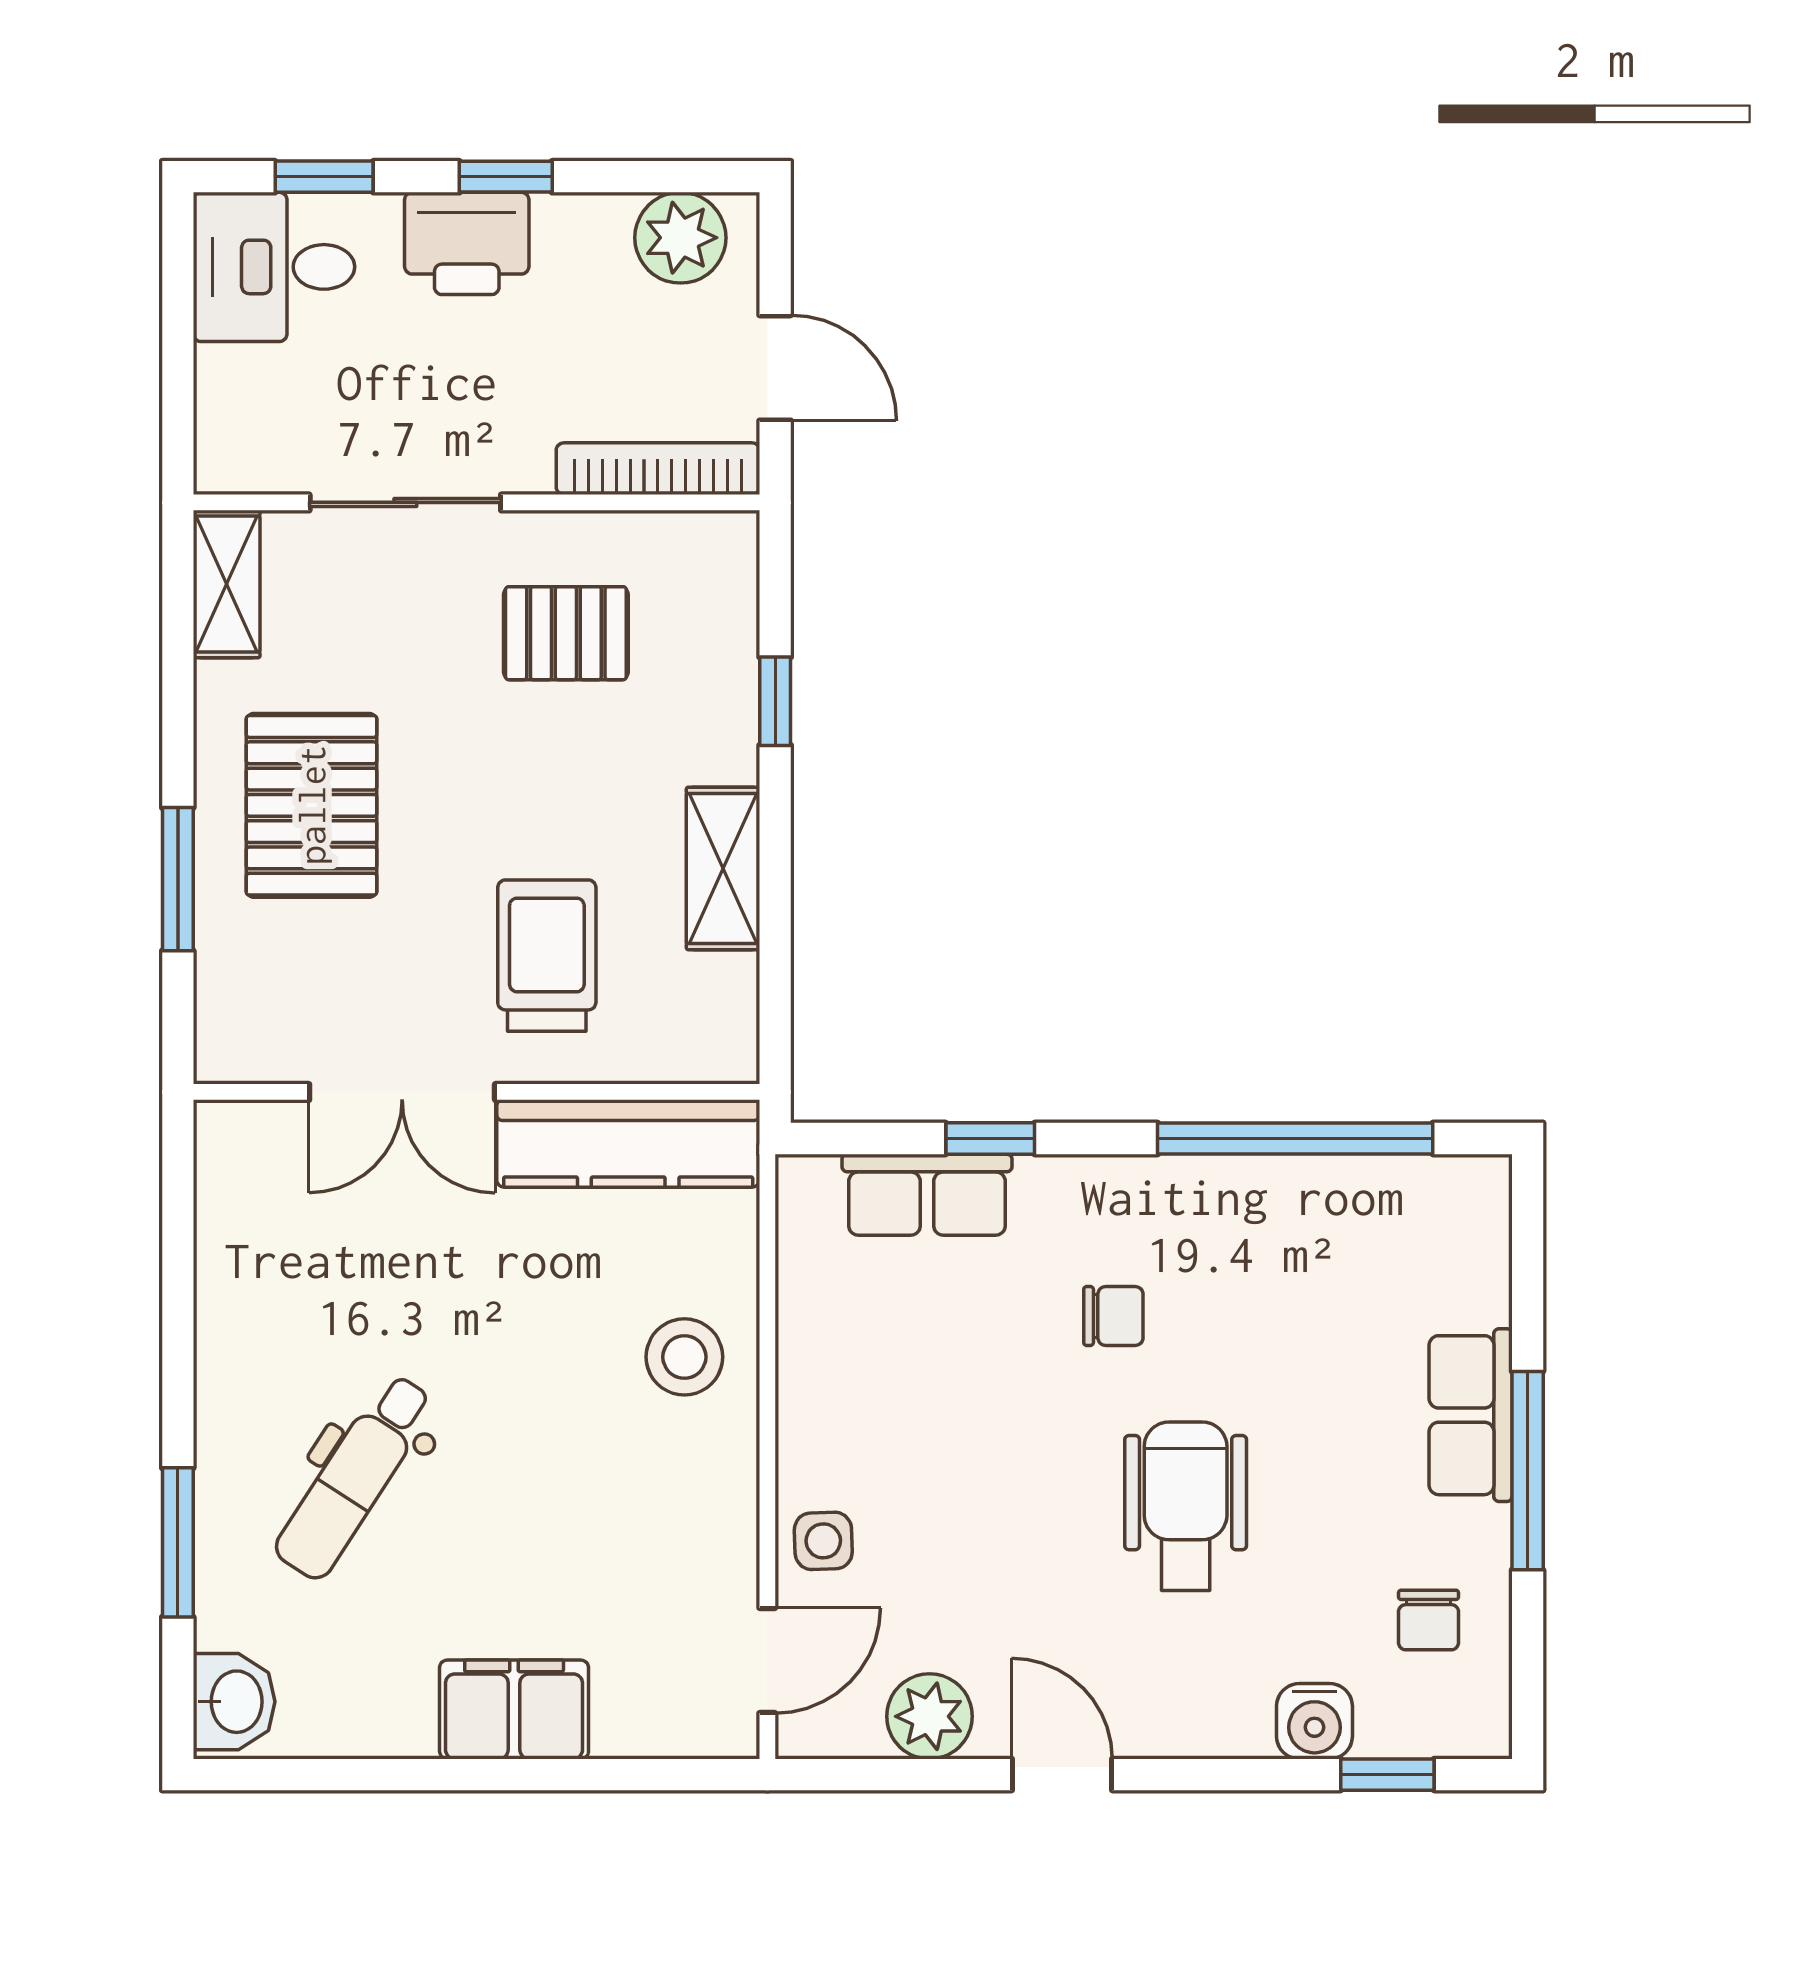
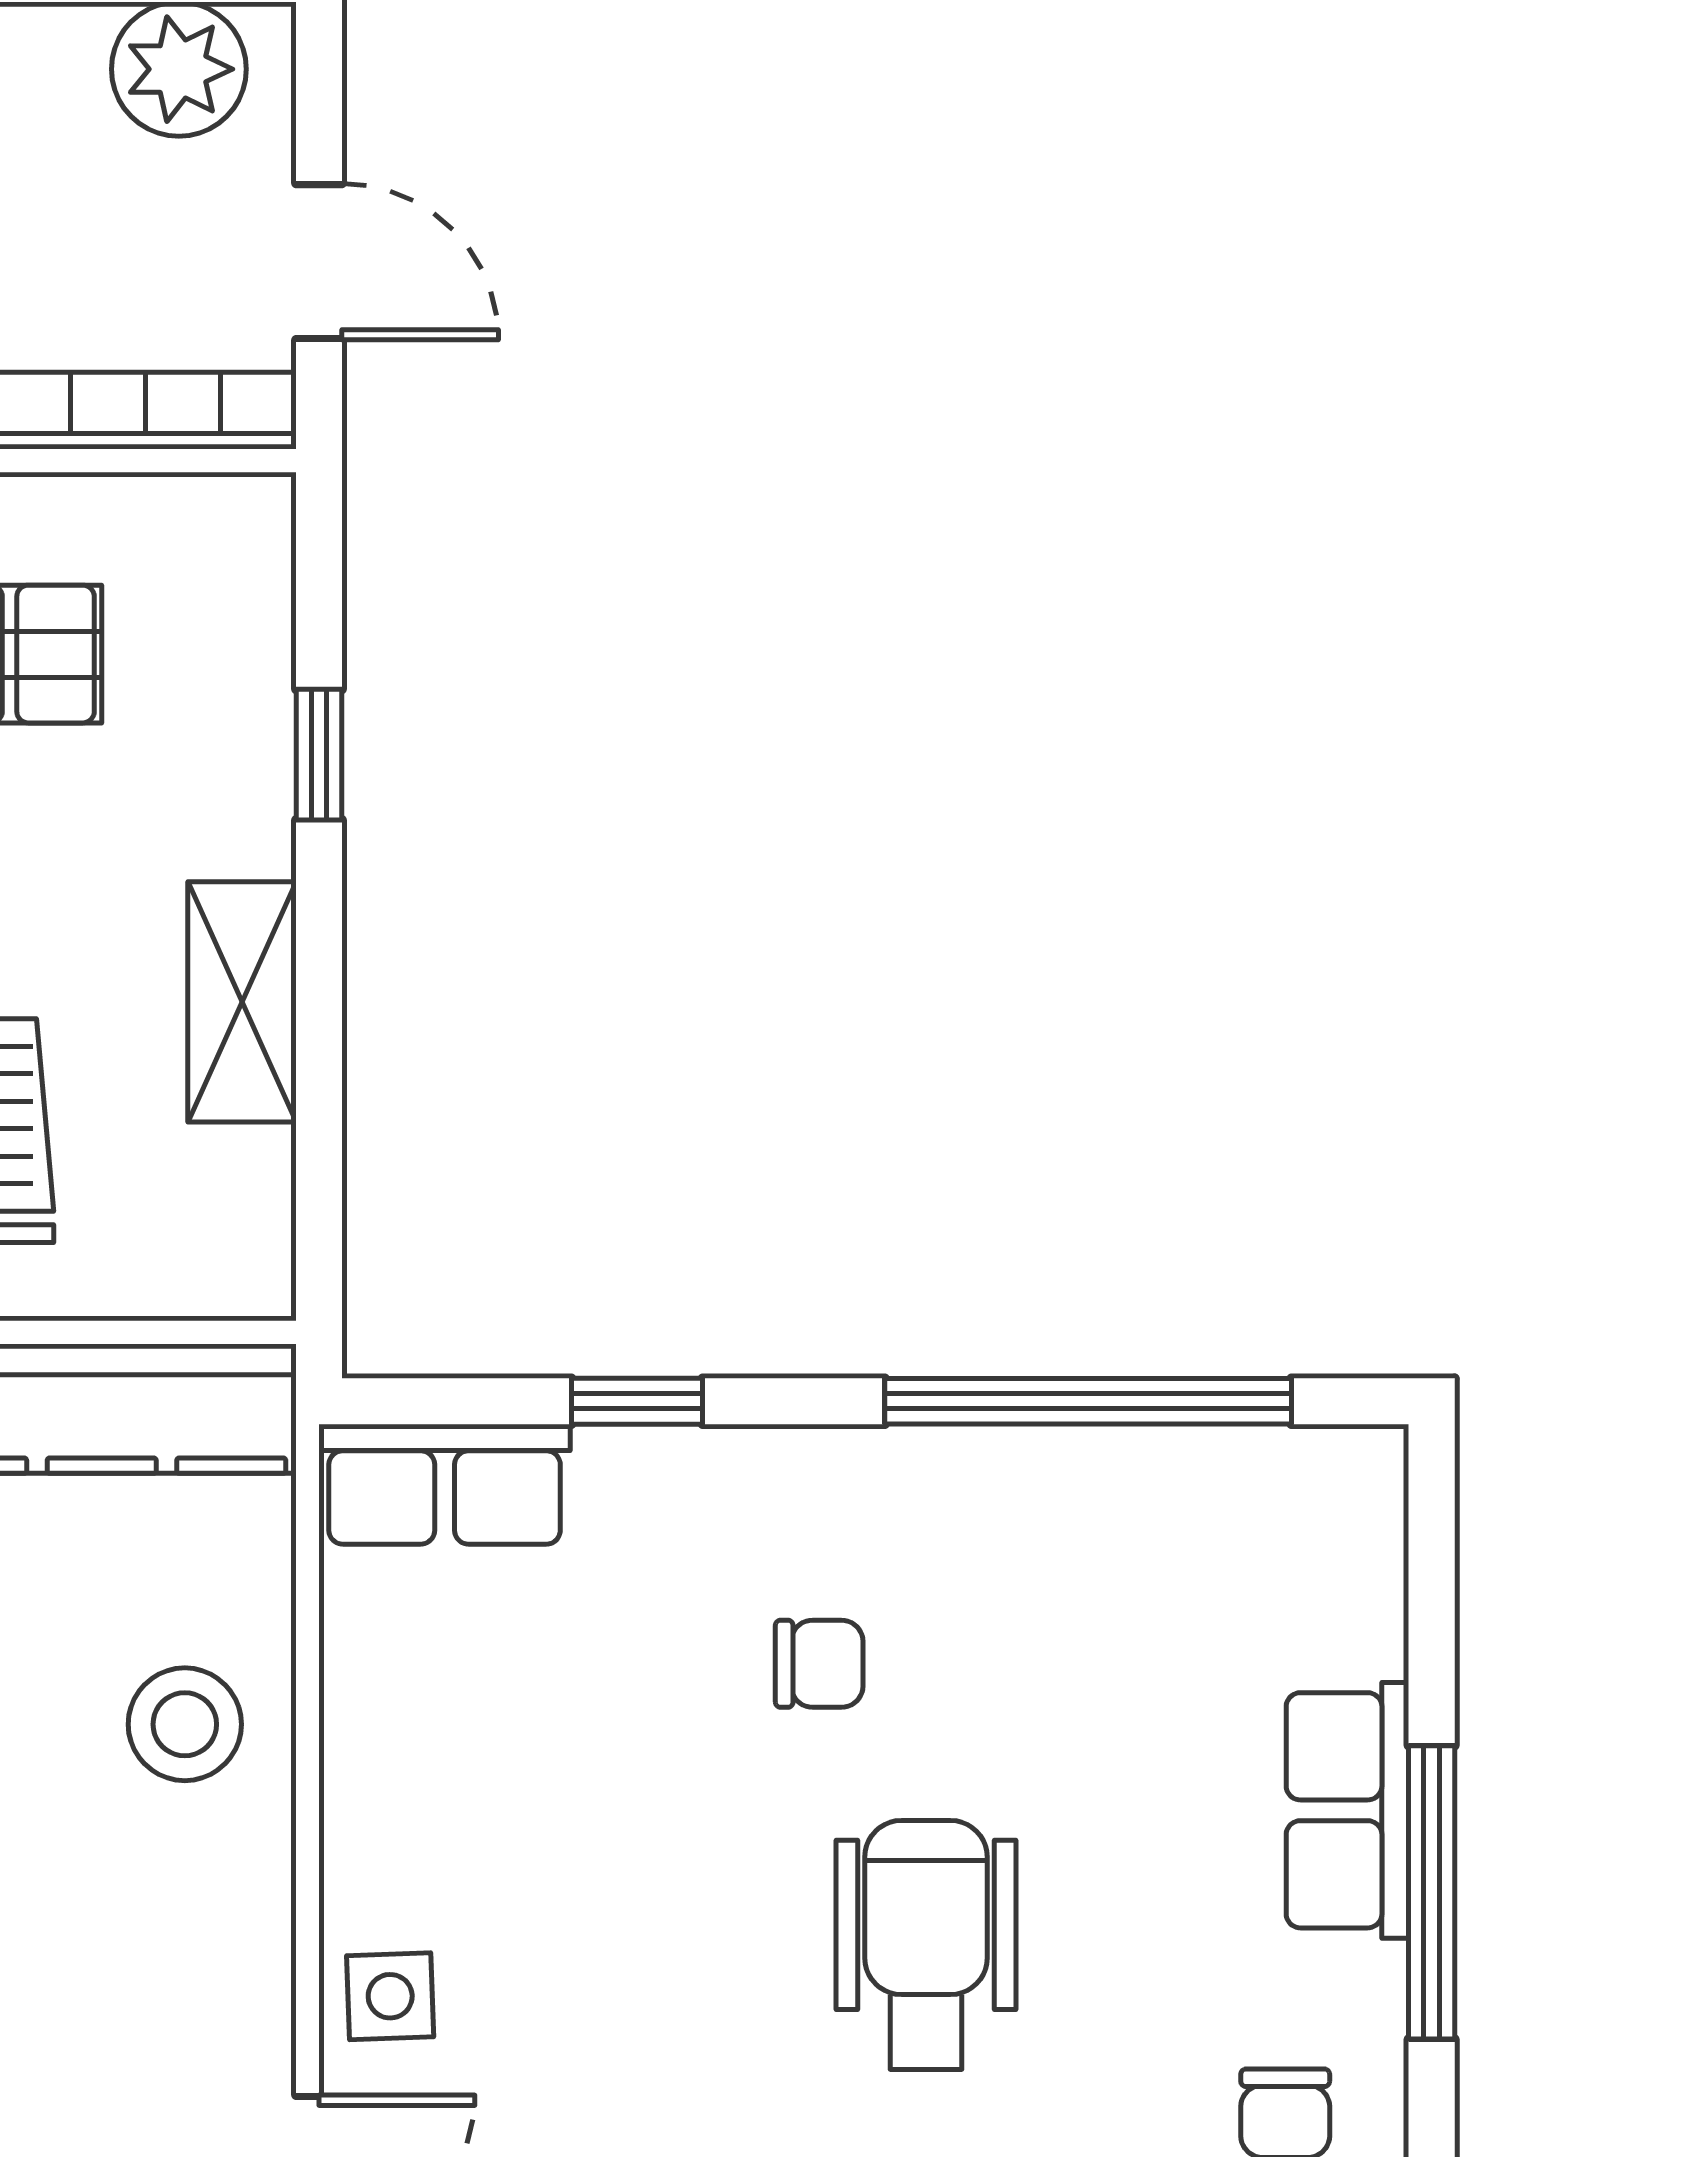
row of seats: (927, 1195) -> (445, 1484), moved

